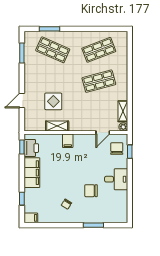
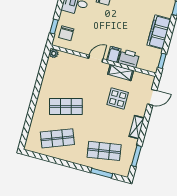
shop shelf: (53, 50) -> (104, 151), turned -33
door: (22, 100) -> (152, 97), moved
shelving: (123, 111) -> (137, 127), moved
door: (103, 133) -> (96, 59), moved
printer: (31, 148) -> (129, 58), moved, turned 90

